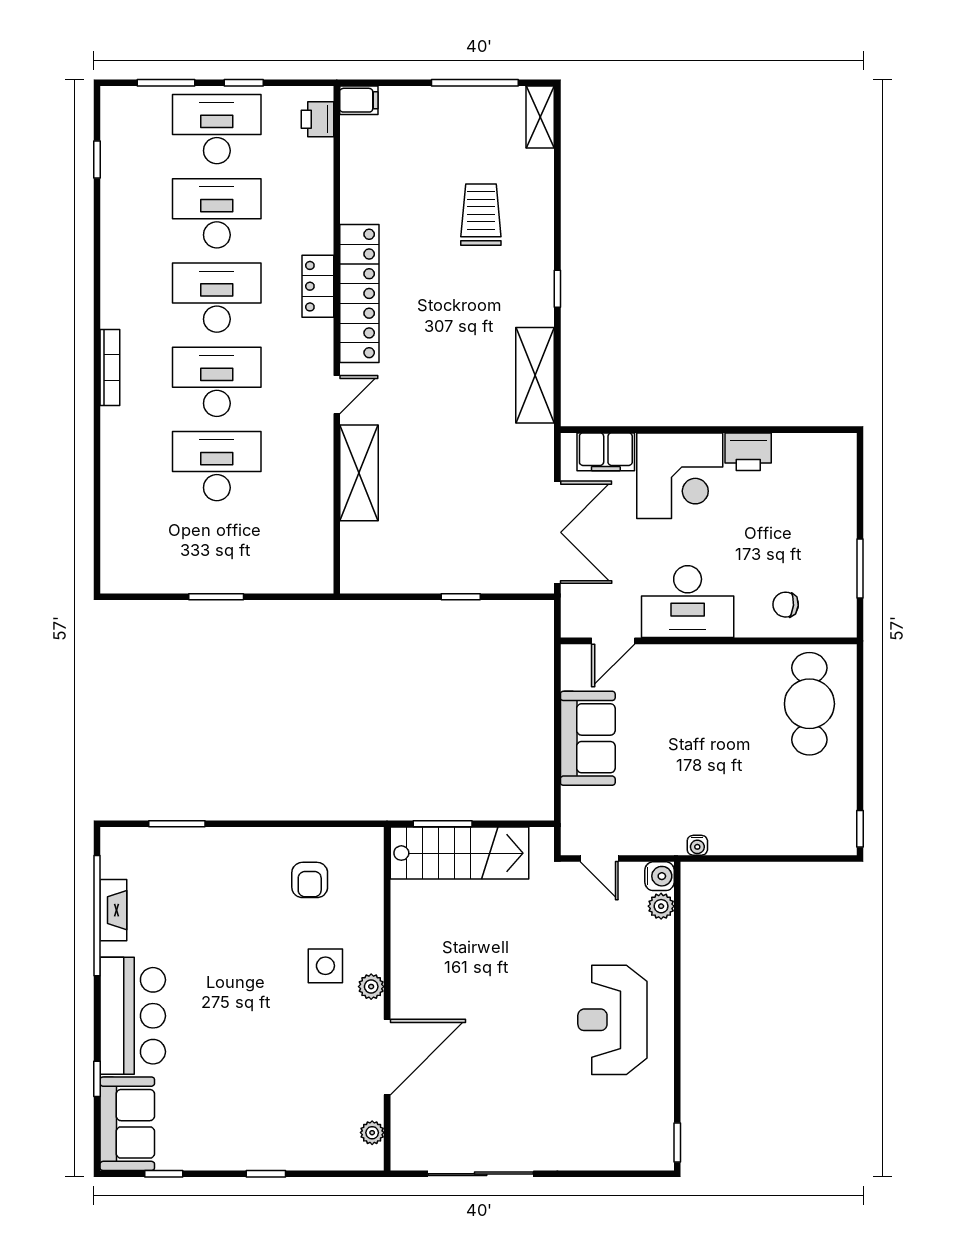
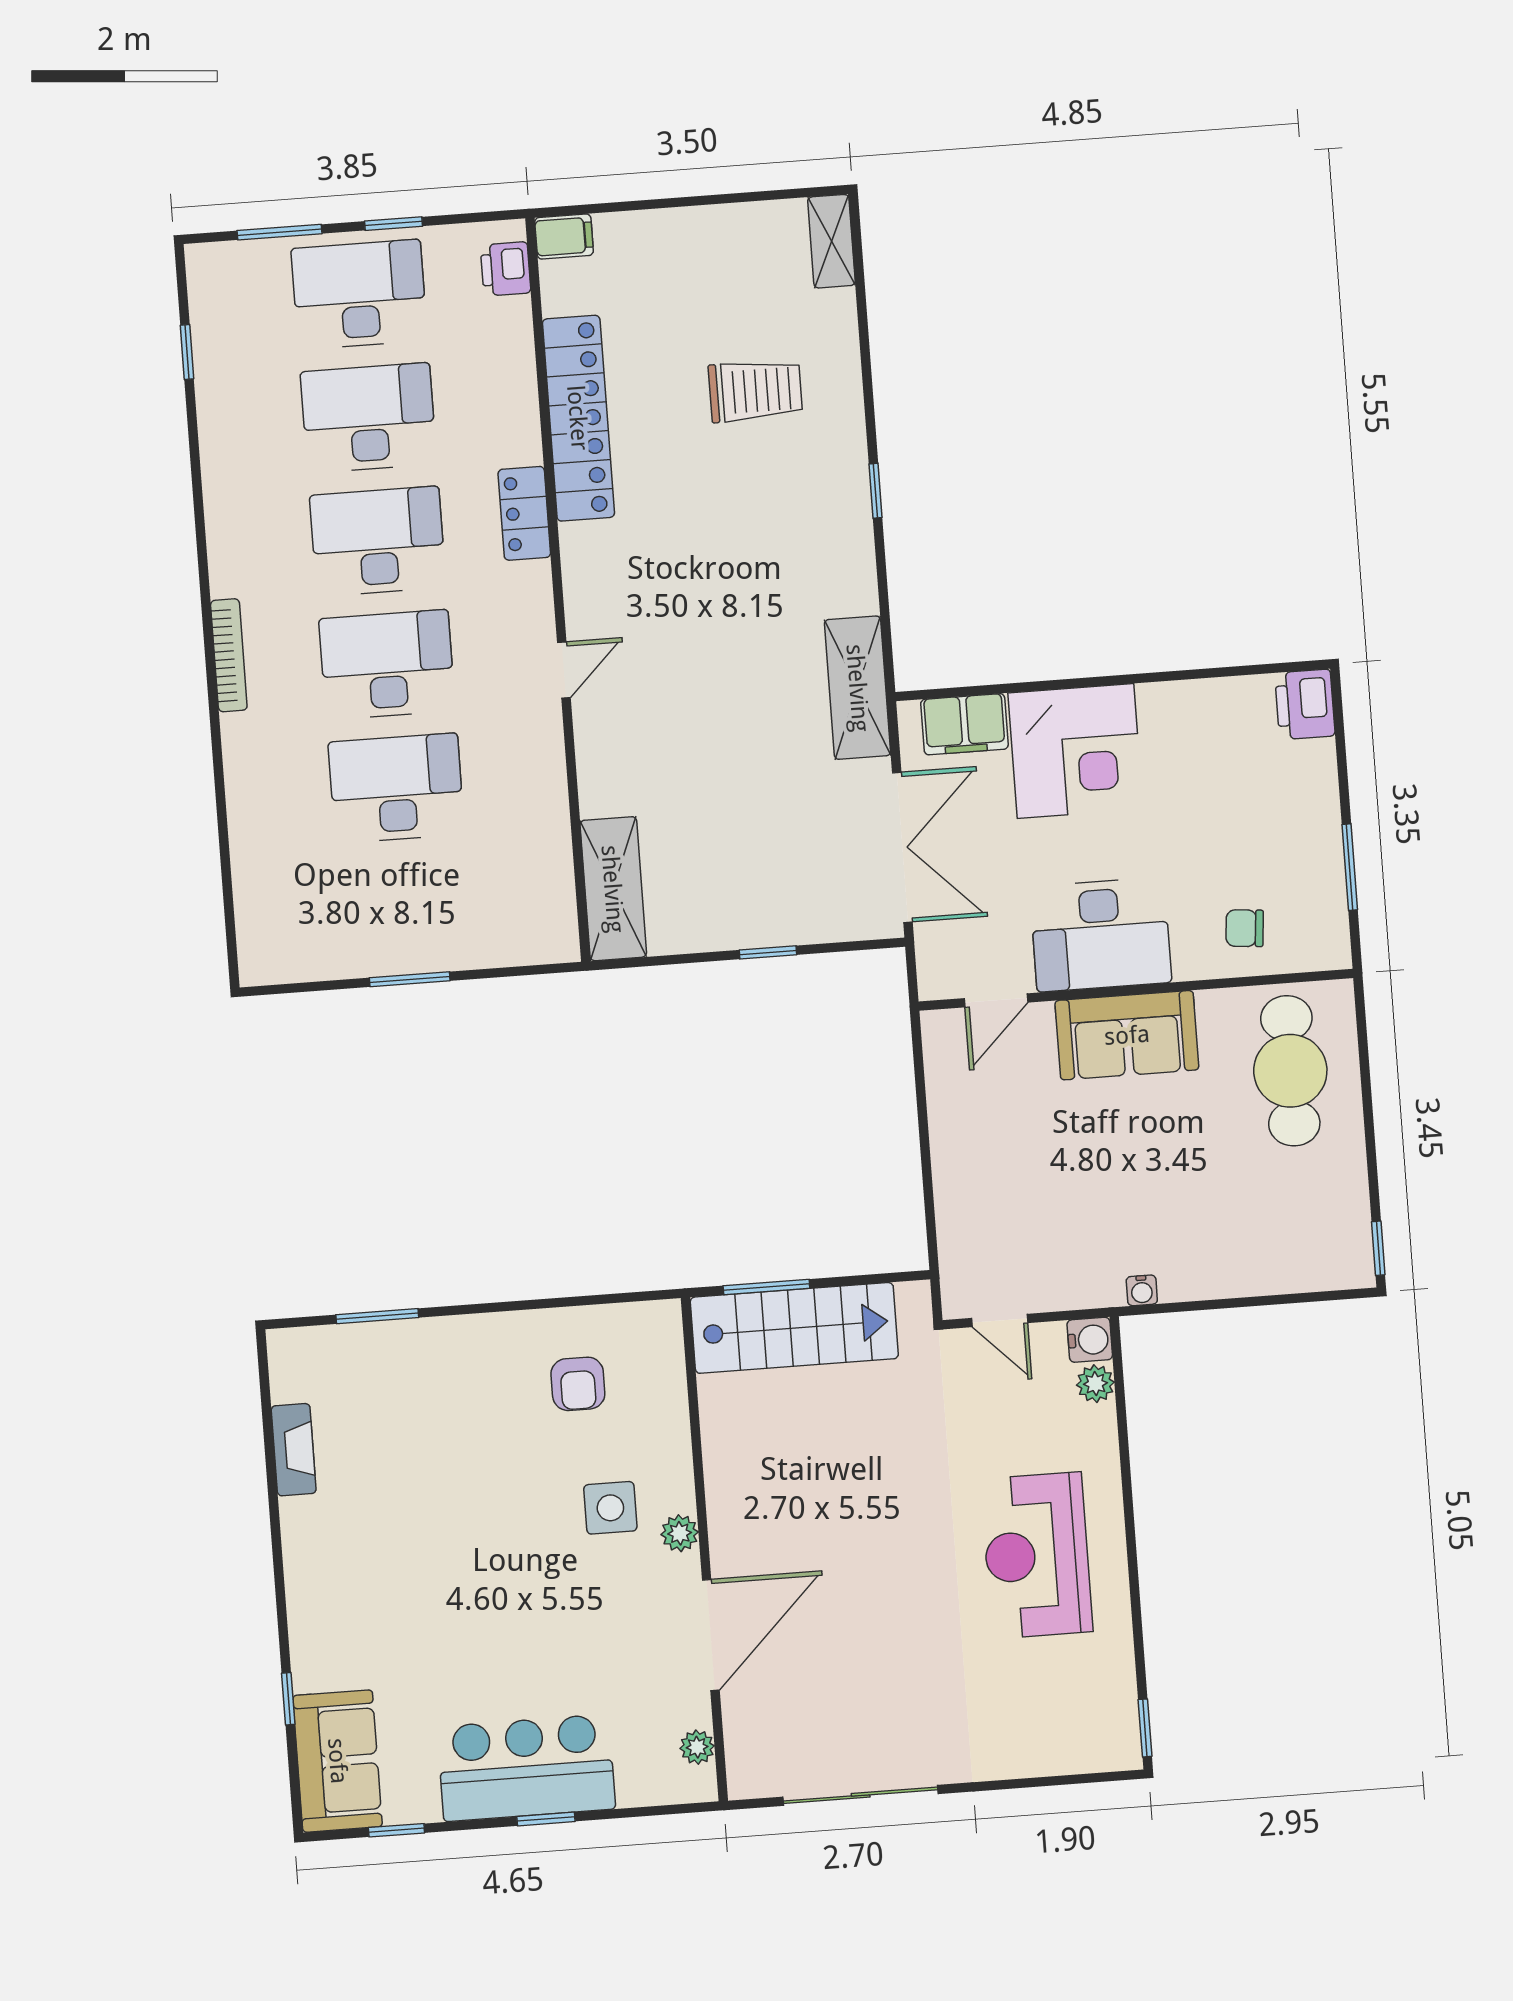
window: (475, 83) -> (732, 198), removed
trolley: (481, 215) -> (755, 391), turned 90
locker: (359, 293) -> (578, 418), moved
shelving: (535, 375) -> (858, 688), moved
printer: (748, 452) -> (1305, 704), moved, turned 90
shelving: (359, 473) -> (613, 889), moved
sofa: (588, 738) -> (1127, 1035), moved, turned 90
window: (97, 916) -> (270, 1459), removed
bar counter: (133, 1016) -> (526, 1768), moved, turned -90

